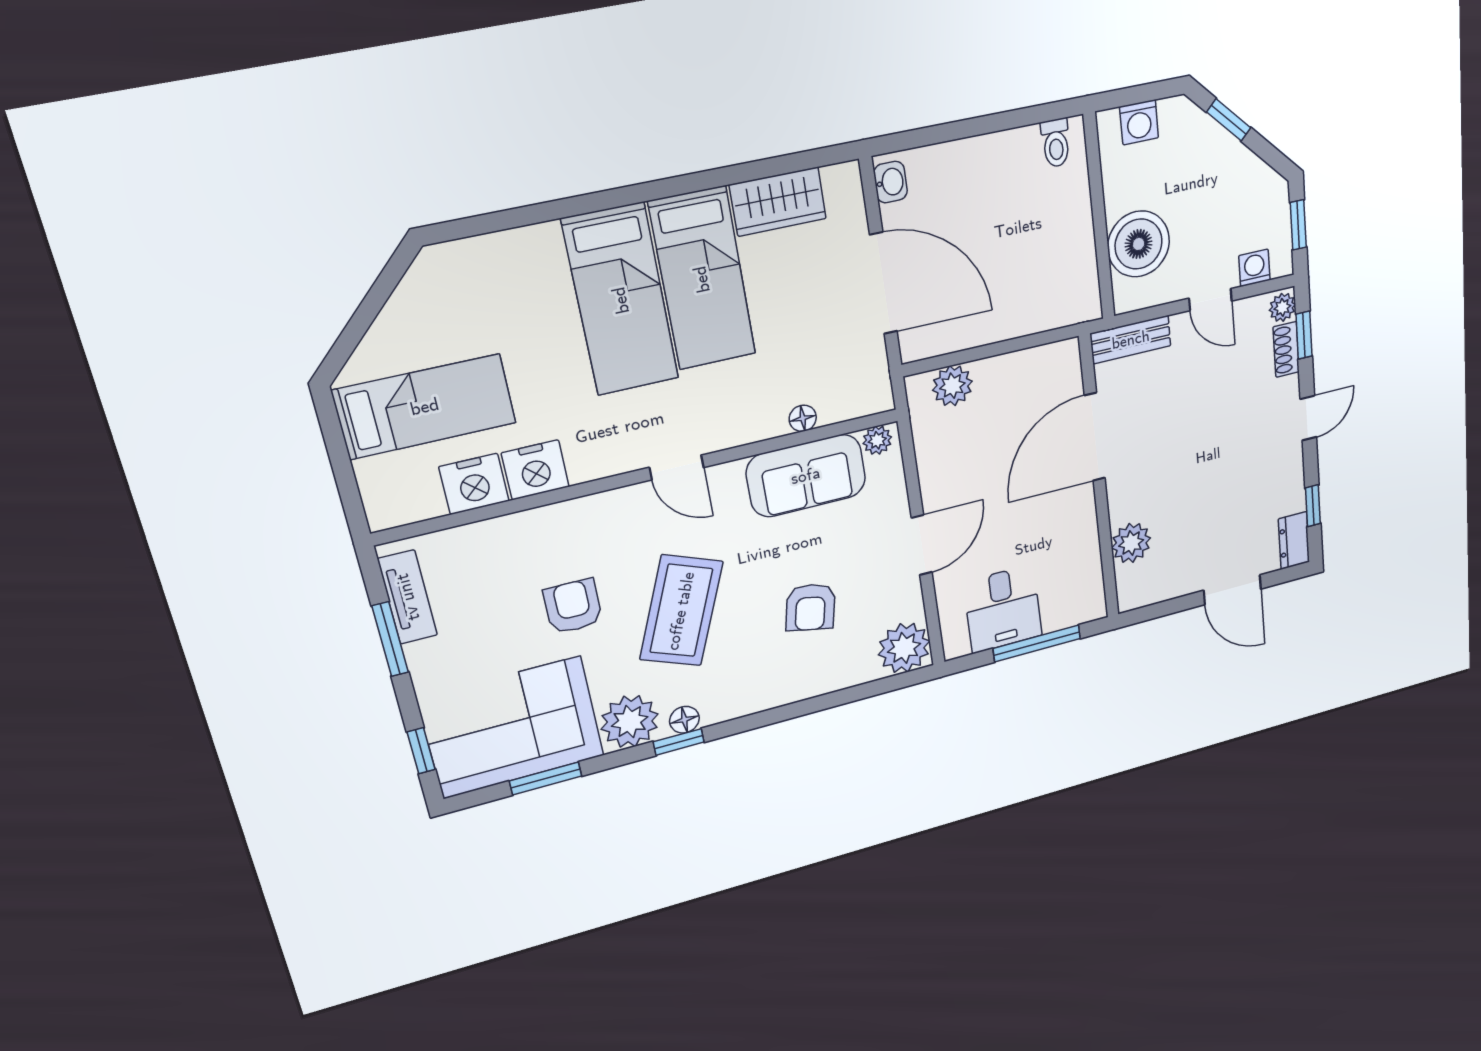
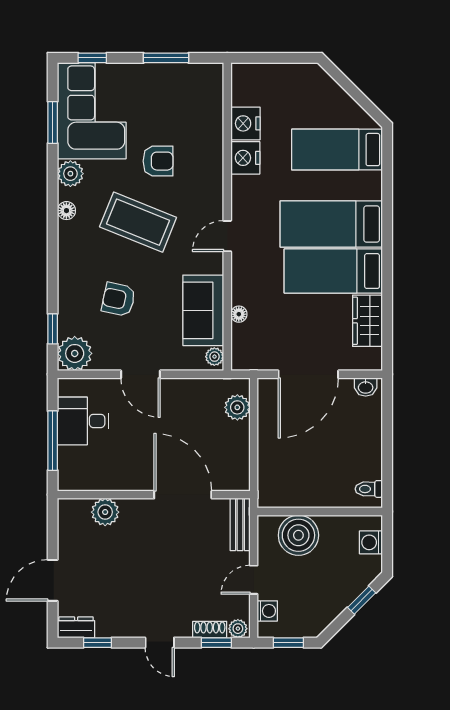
bed: (425, 407) -> (337, 150), moved, turned 90
tv unit: (408, 597) -> (189, 73), removed
plant: (630, 722) -> (70, 174), width x0.73, depth x0.73
window: (679, 742) -> (53, 329), moved

